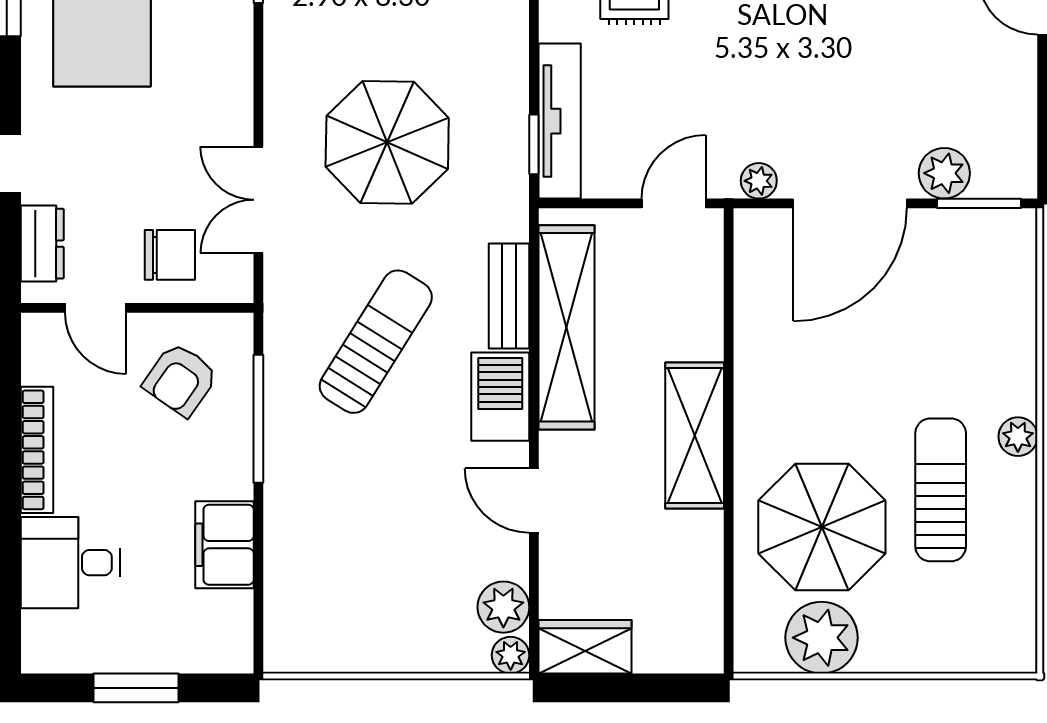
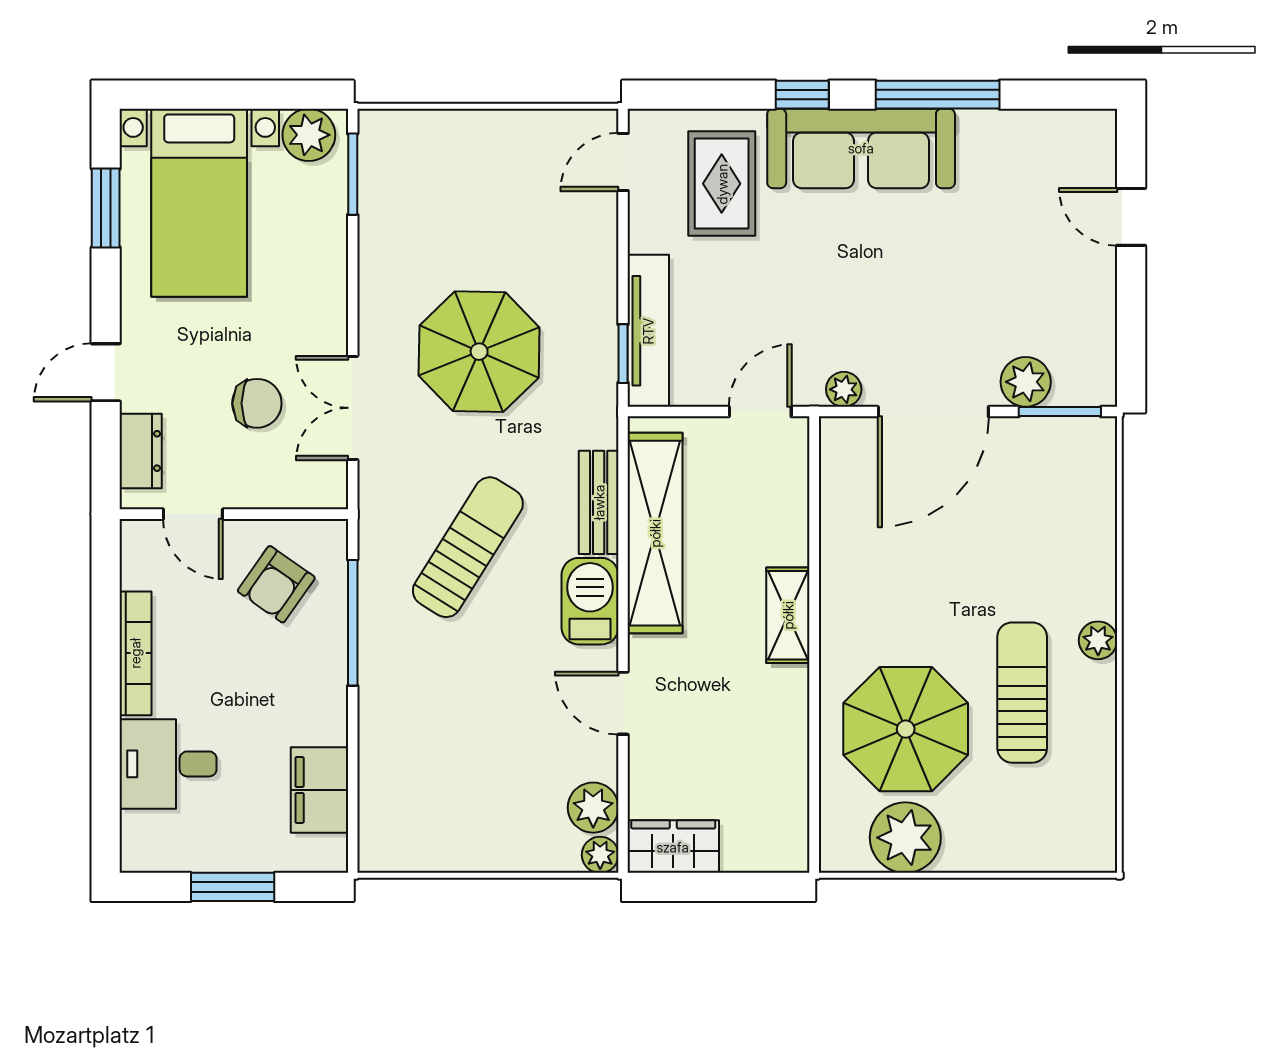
chair: (170, 255) -> (257, 403), moved
shelving: (695, 435) -> (788, 615), width x0.67, depth x0.75
filing cabinet: (225, 545) -> (319, 790), moved

